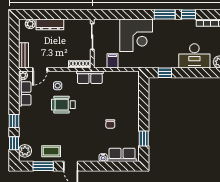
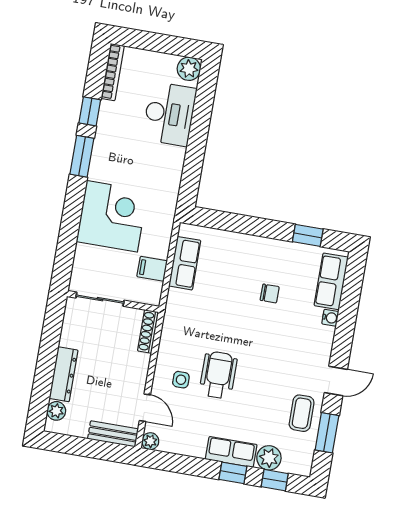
window: (165, 73) -> (191, 175), removed
row of seats: (90, 77) -> (185, 263), moved
row of seats: (25, 93) -> (231, 452), moved
wheelchair: (63, 105) -> (218, 375), turned 180
plant: (25, 151) -> (269, 458), moved

